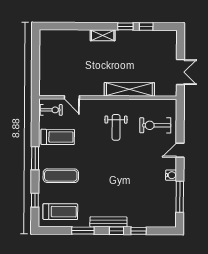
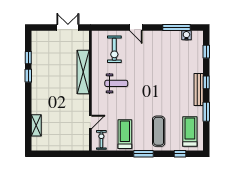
shelving: (103, 35) -> (36, 125), moved
water cooler: (171, 175) -> (186, 35), moved
window: (139, 231) -> (206, 52), moved

